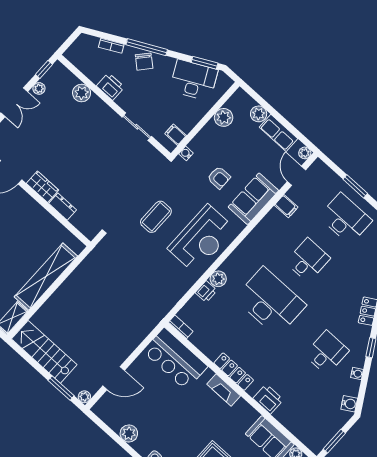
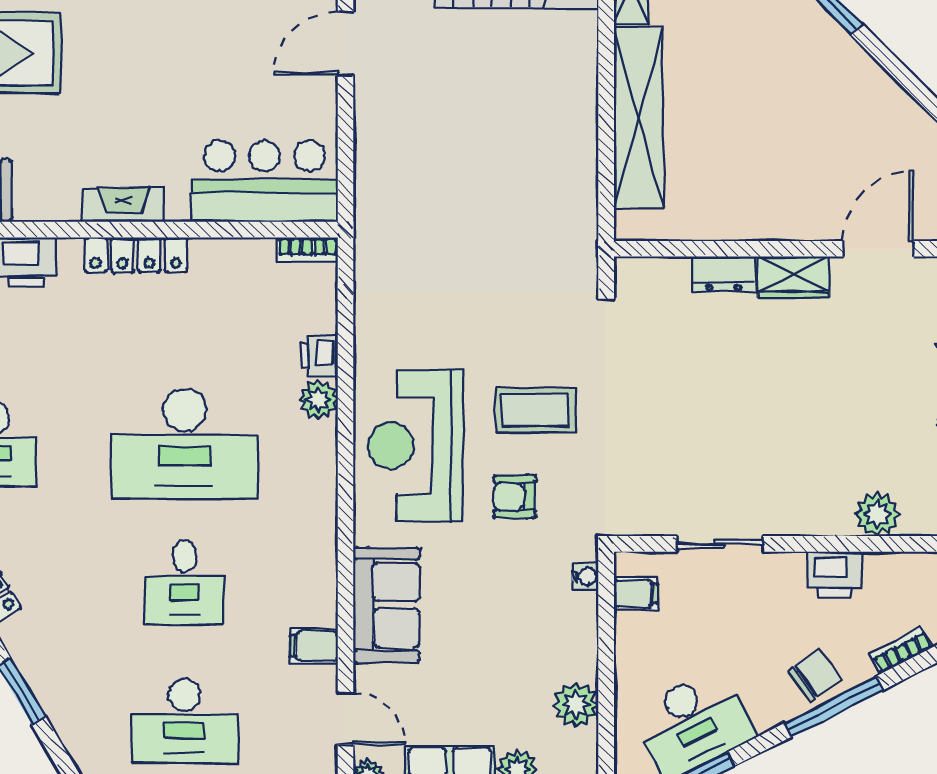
chair: (144, 62) -> (815, 676), turned 103
armchair: (219, 178) -> (515, 497), moved
coffee table: (156, 217) -> (535, 410), turned 90

